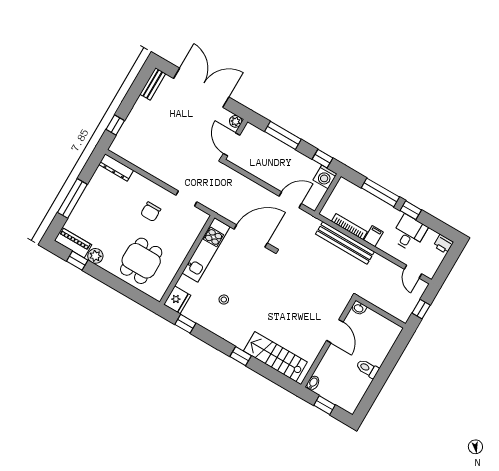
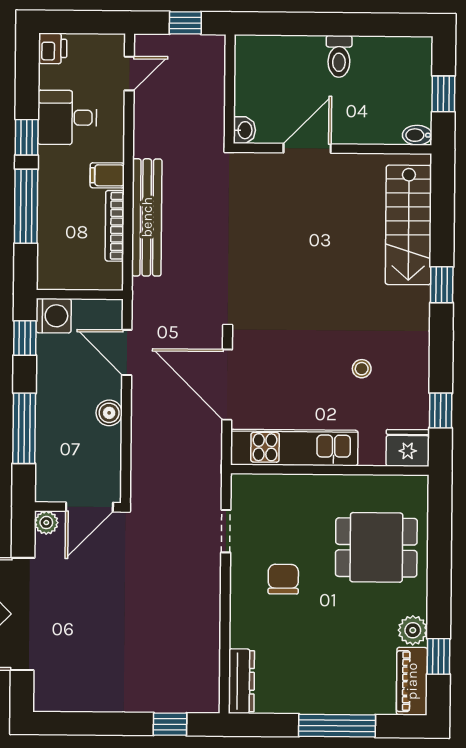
bench: (153, 84) -> (63, 700), removed
boiler: (268, 177) -> (109, 413), added
chair: (151, 212) -> (283, 579), turned -90

